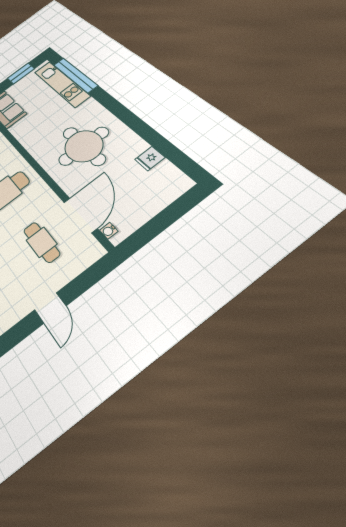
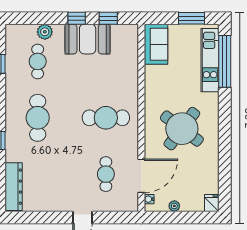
round table: (84, 146) -> (182, 129), turned 37
fridge: (150, 158) -> (212, 203), moved, turned 90
plant: (143, 216) -> (174, 206), added

